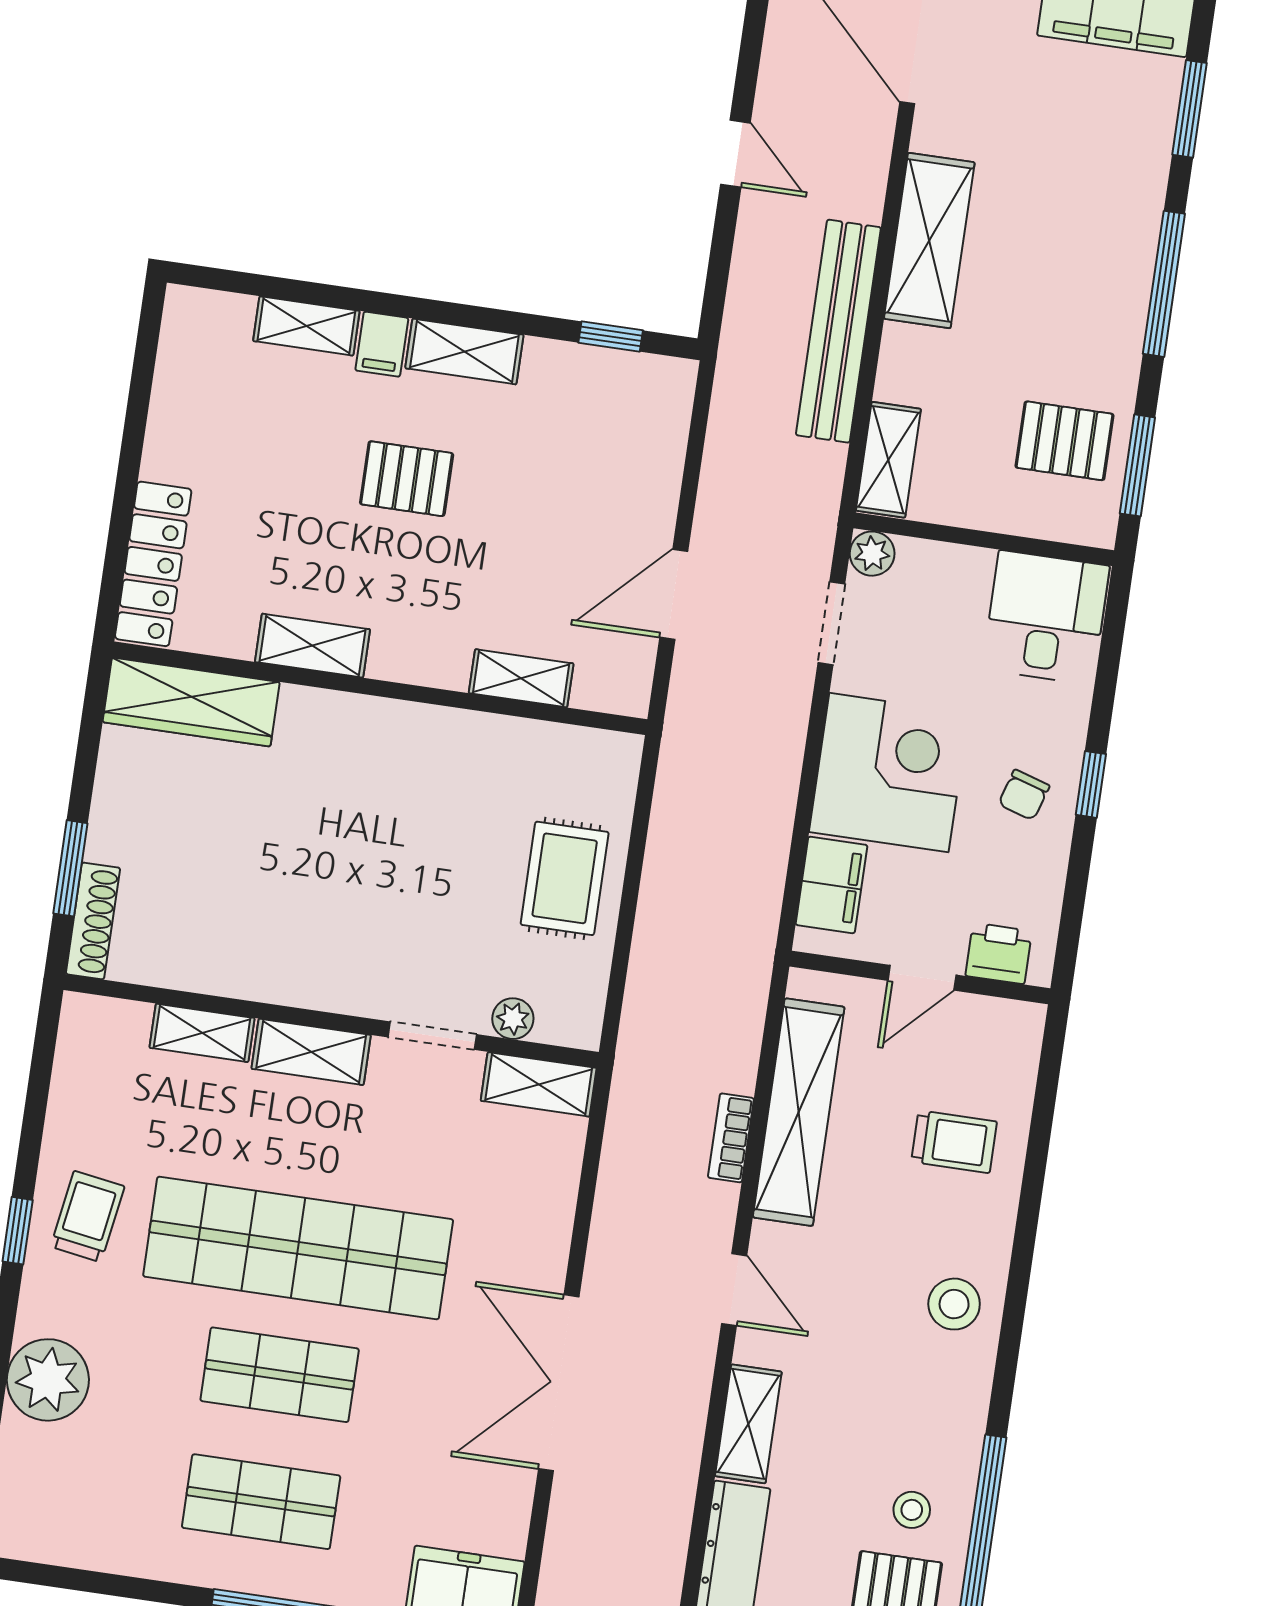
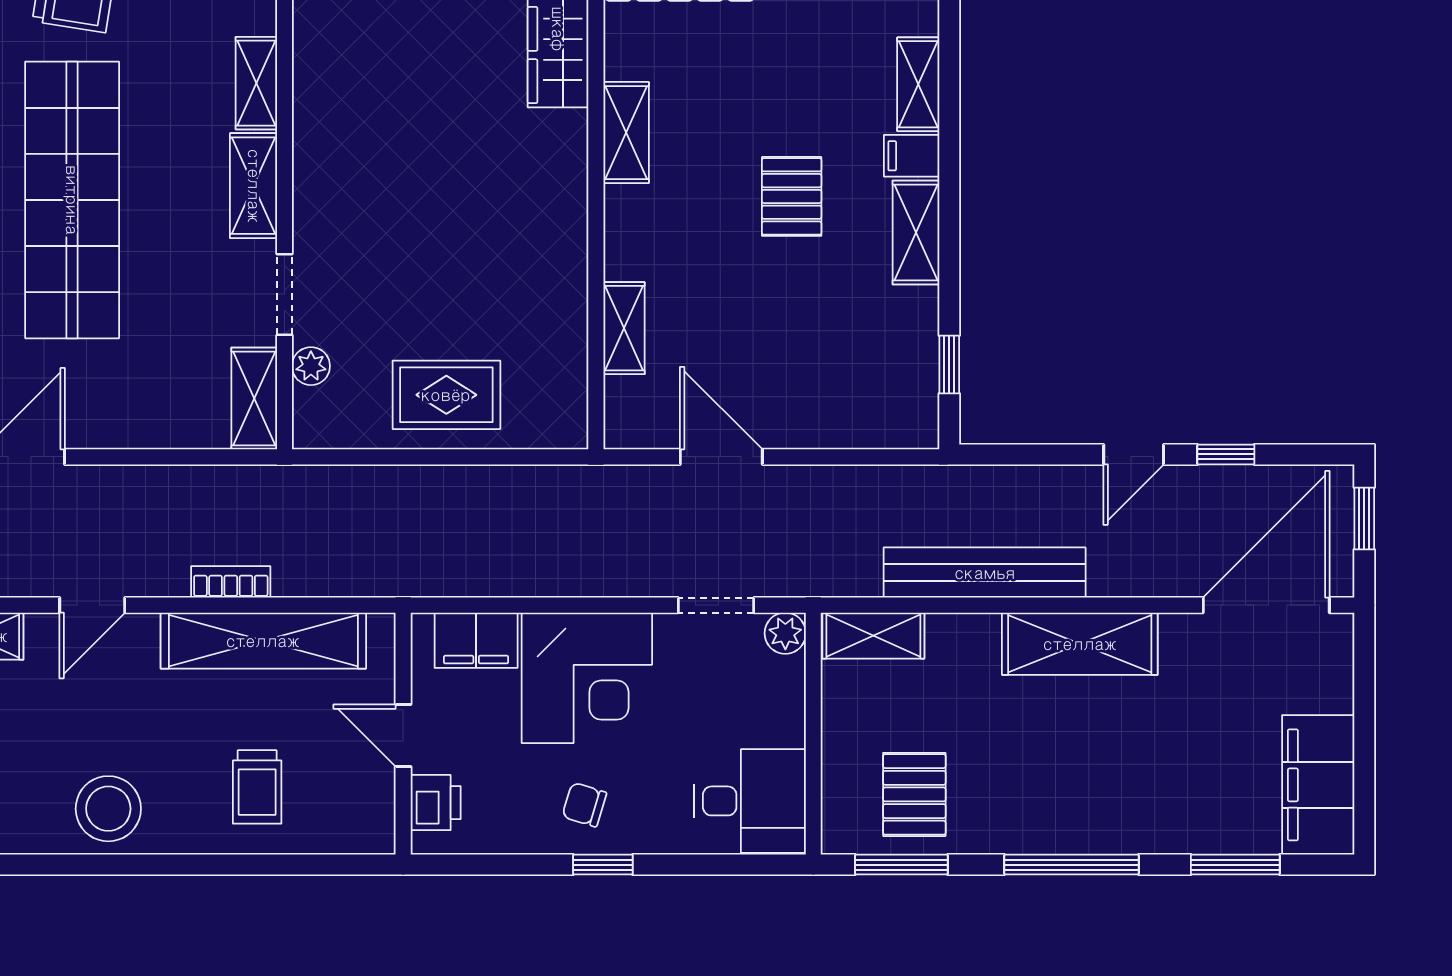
window: (750, 55) -> (1226, 454), added
stool: (954, 1304) -> (108, 809), width x1.38, depth x1.38

